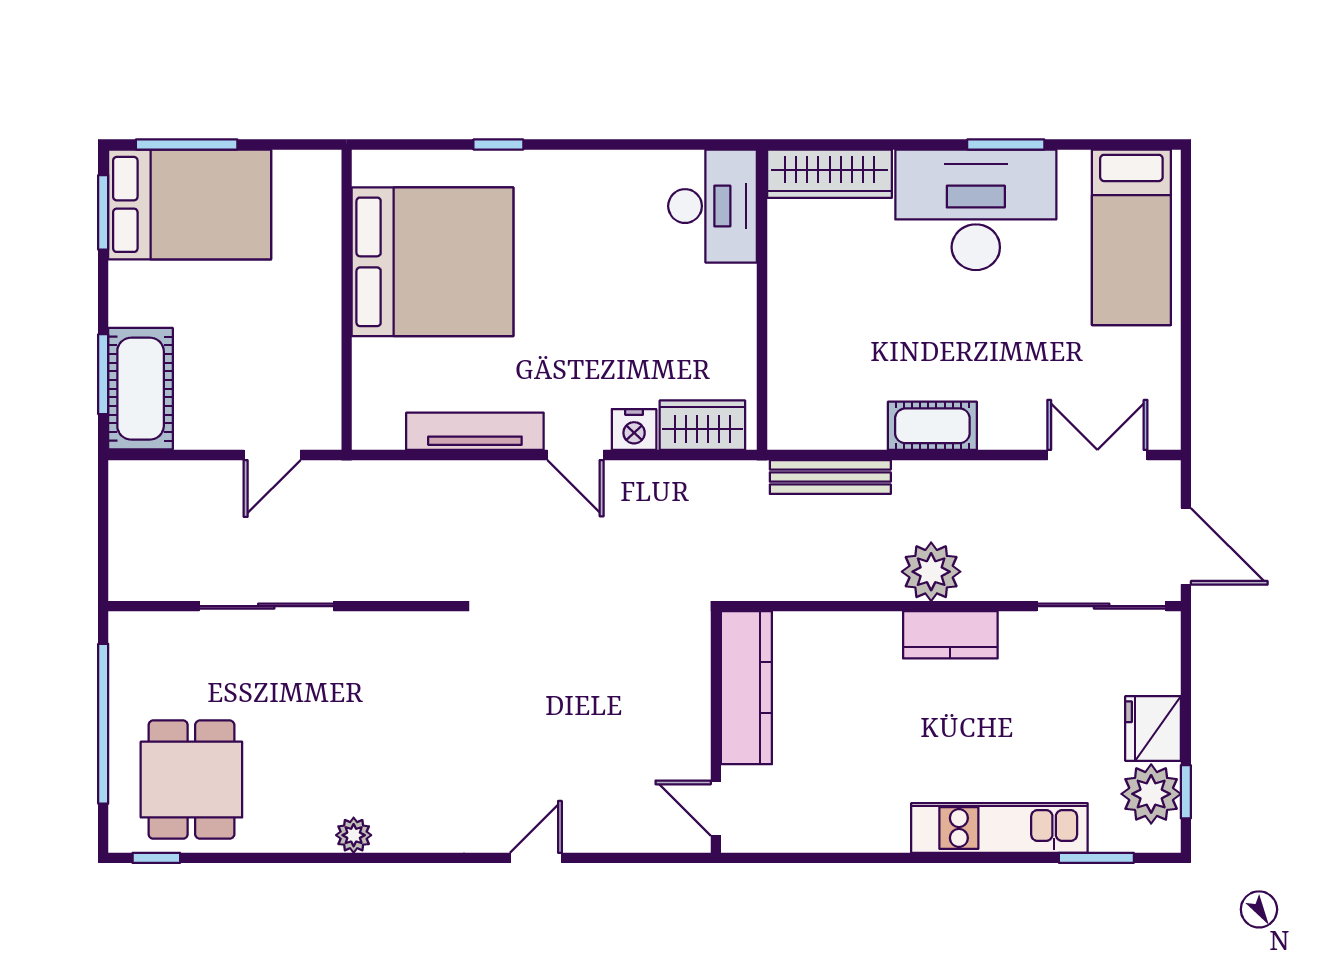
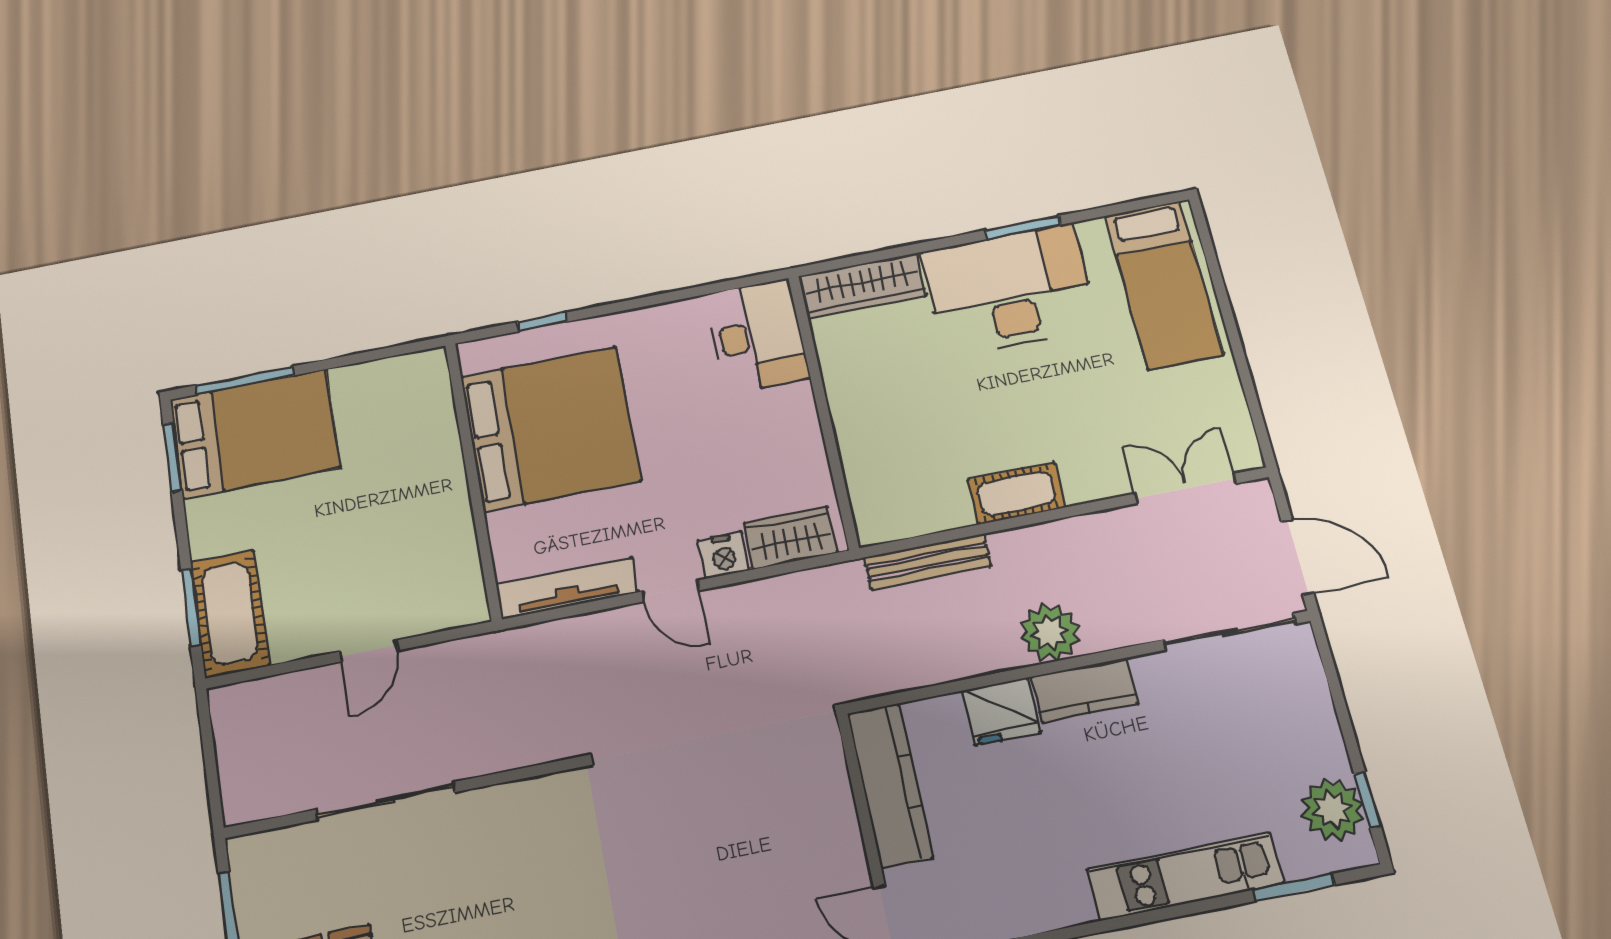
bed: (432, 262) -> (550, 429), moved
wall: (347, 300) -> (473, 480), moved
fridge: (1153, 729) -> (1002, 711), moved, turned -90

